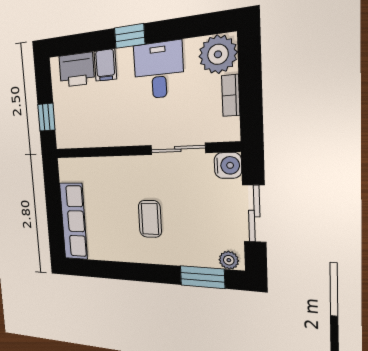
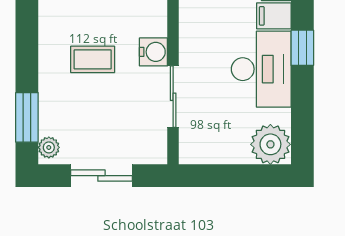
desk: (159, 70) -> (261, 69), width x1.37
bookcase: (231, 95) -> (227, 156), removed
water cooler: (228, 165) -> (153, 52), moved, turned -90

